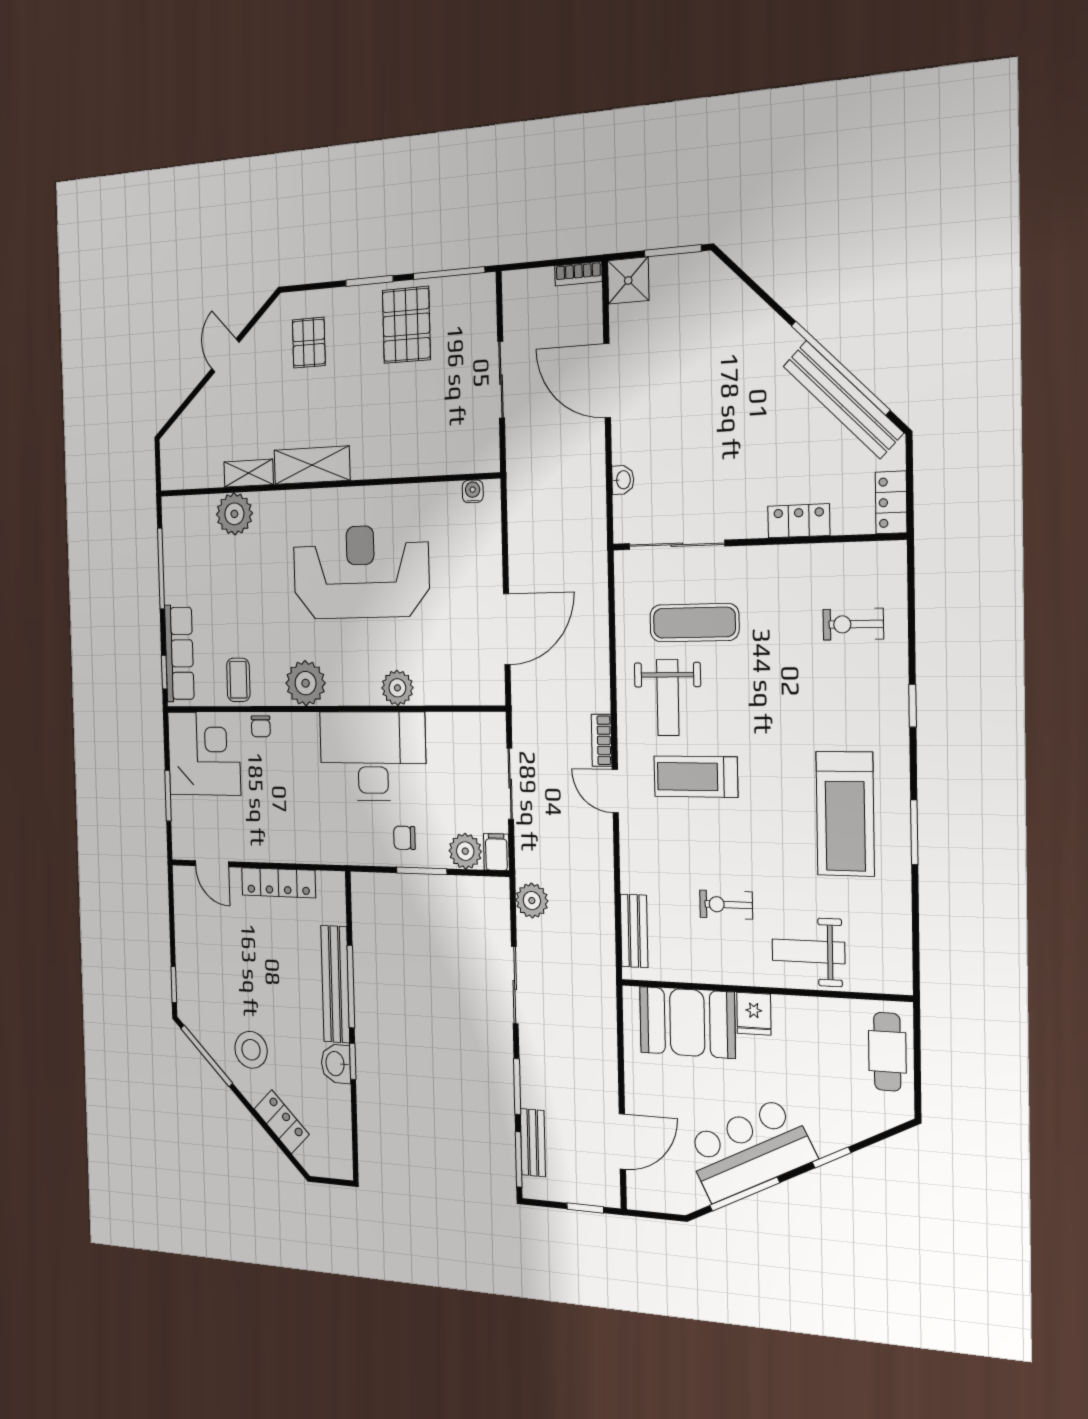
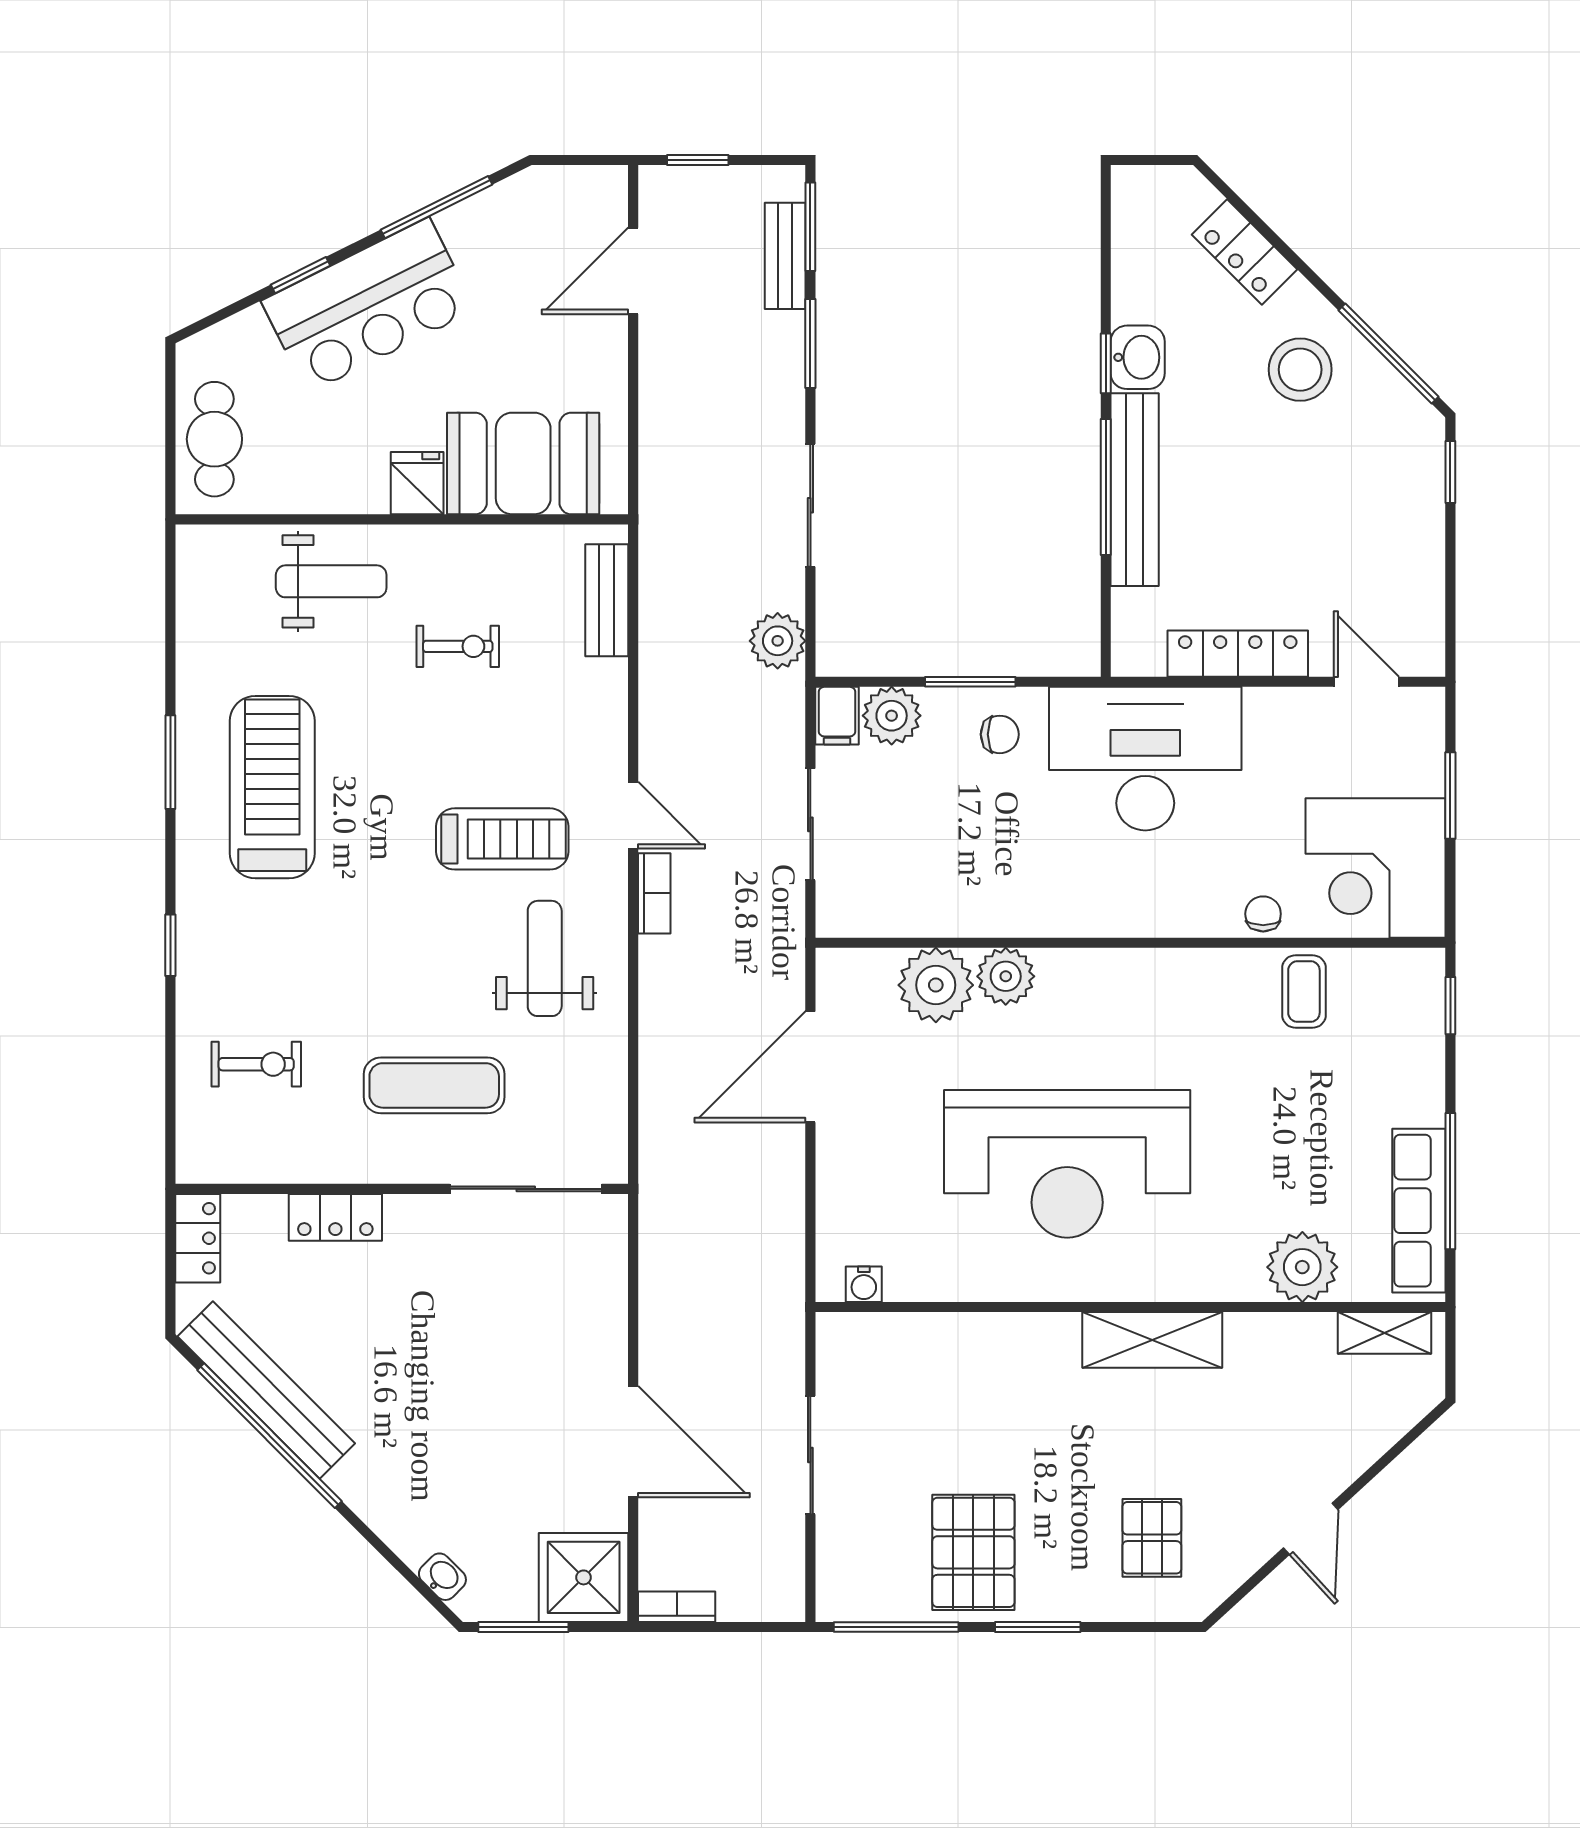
shower: (628, 280) -> (584, 1577), width x1.36, depth x1.36
shelving: (249, 473) -> (1385, 1333), moved
washbasin: (623, 480) -> (442, 1577), moved, turned 135
exercise mat: (694, 623) -> (434, 1085), moved
row of seats: (179, 653) -> (1419, 1211), moved
plant: (306, 683) -> (936, 985), moved
desk: (373, 756) -> (1145, 759), moved, turned 180
bar counter: (749, 1150) -> (368, 305), moved

